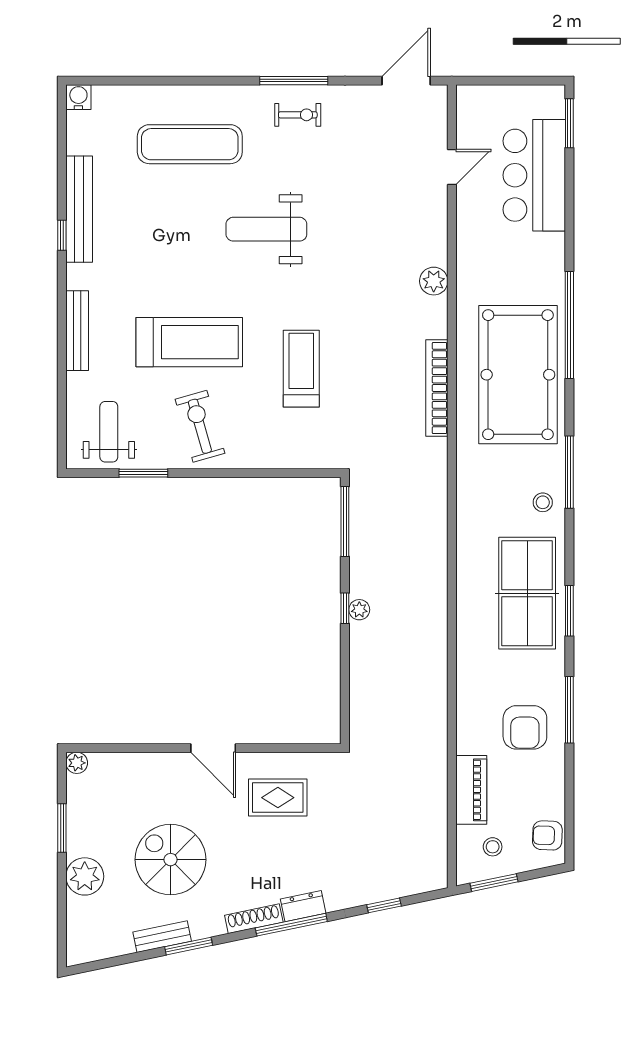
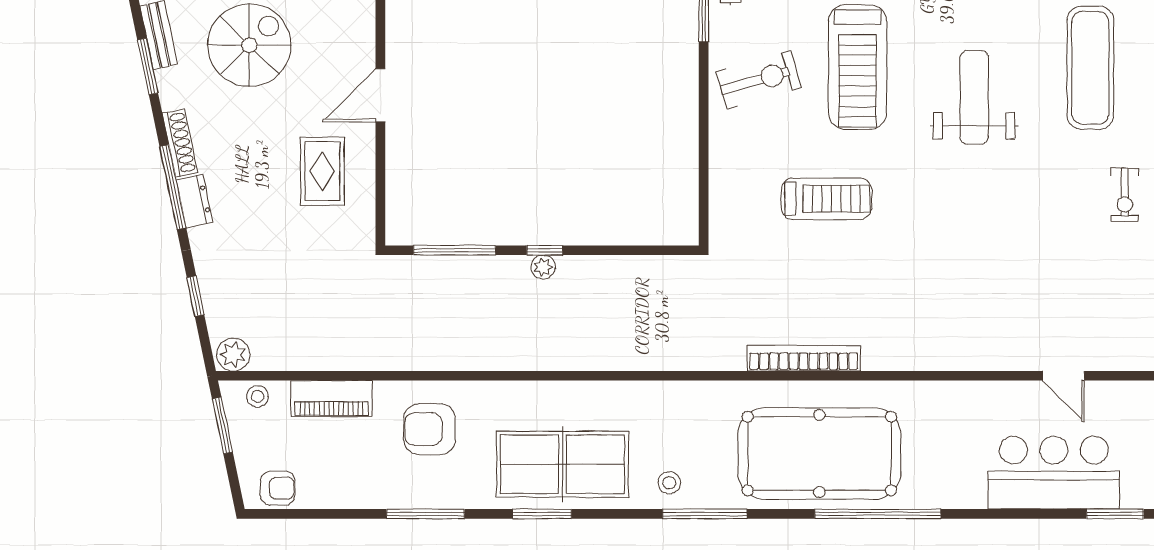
weight bench: (266, 229) -> (974, 97), moved
plant: (434, 281) -> (233, 355), moved
window: (345, 522) -> (455, 250), moved
armchair: (525, 727) -> (430, 429), moved
armchair: (547, 835) -> (278, 488), turned 88
stool: (493, 847) -> (258, 396), moved

